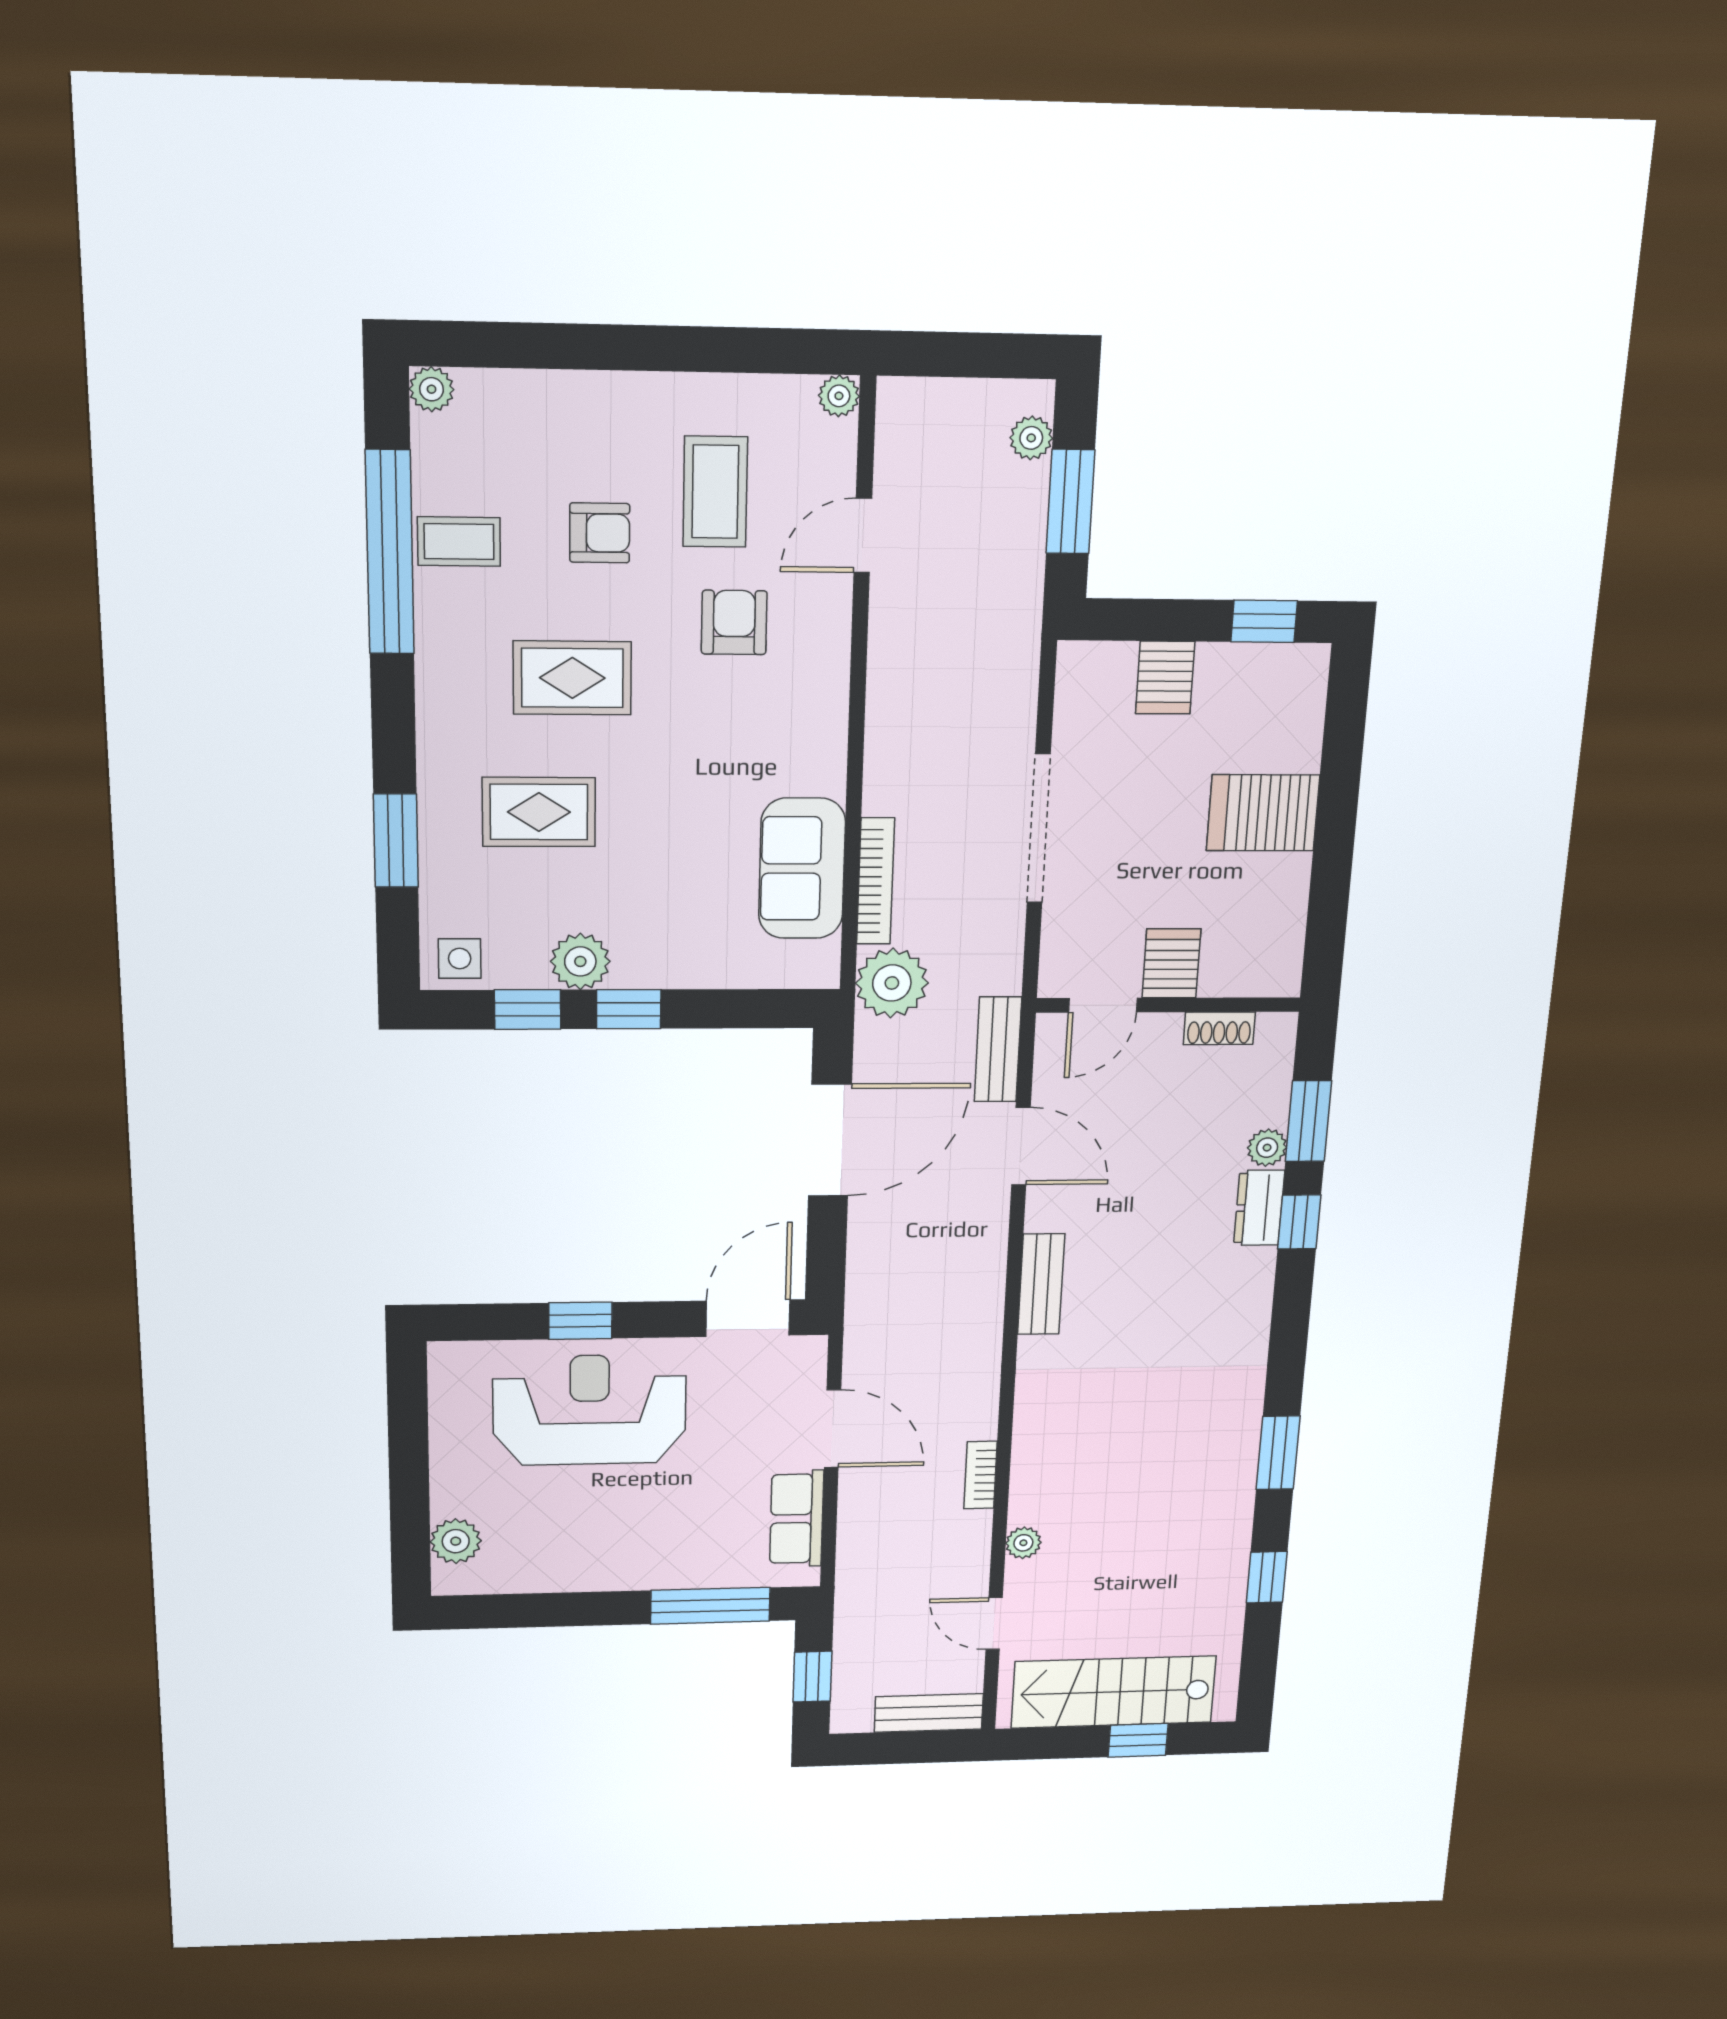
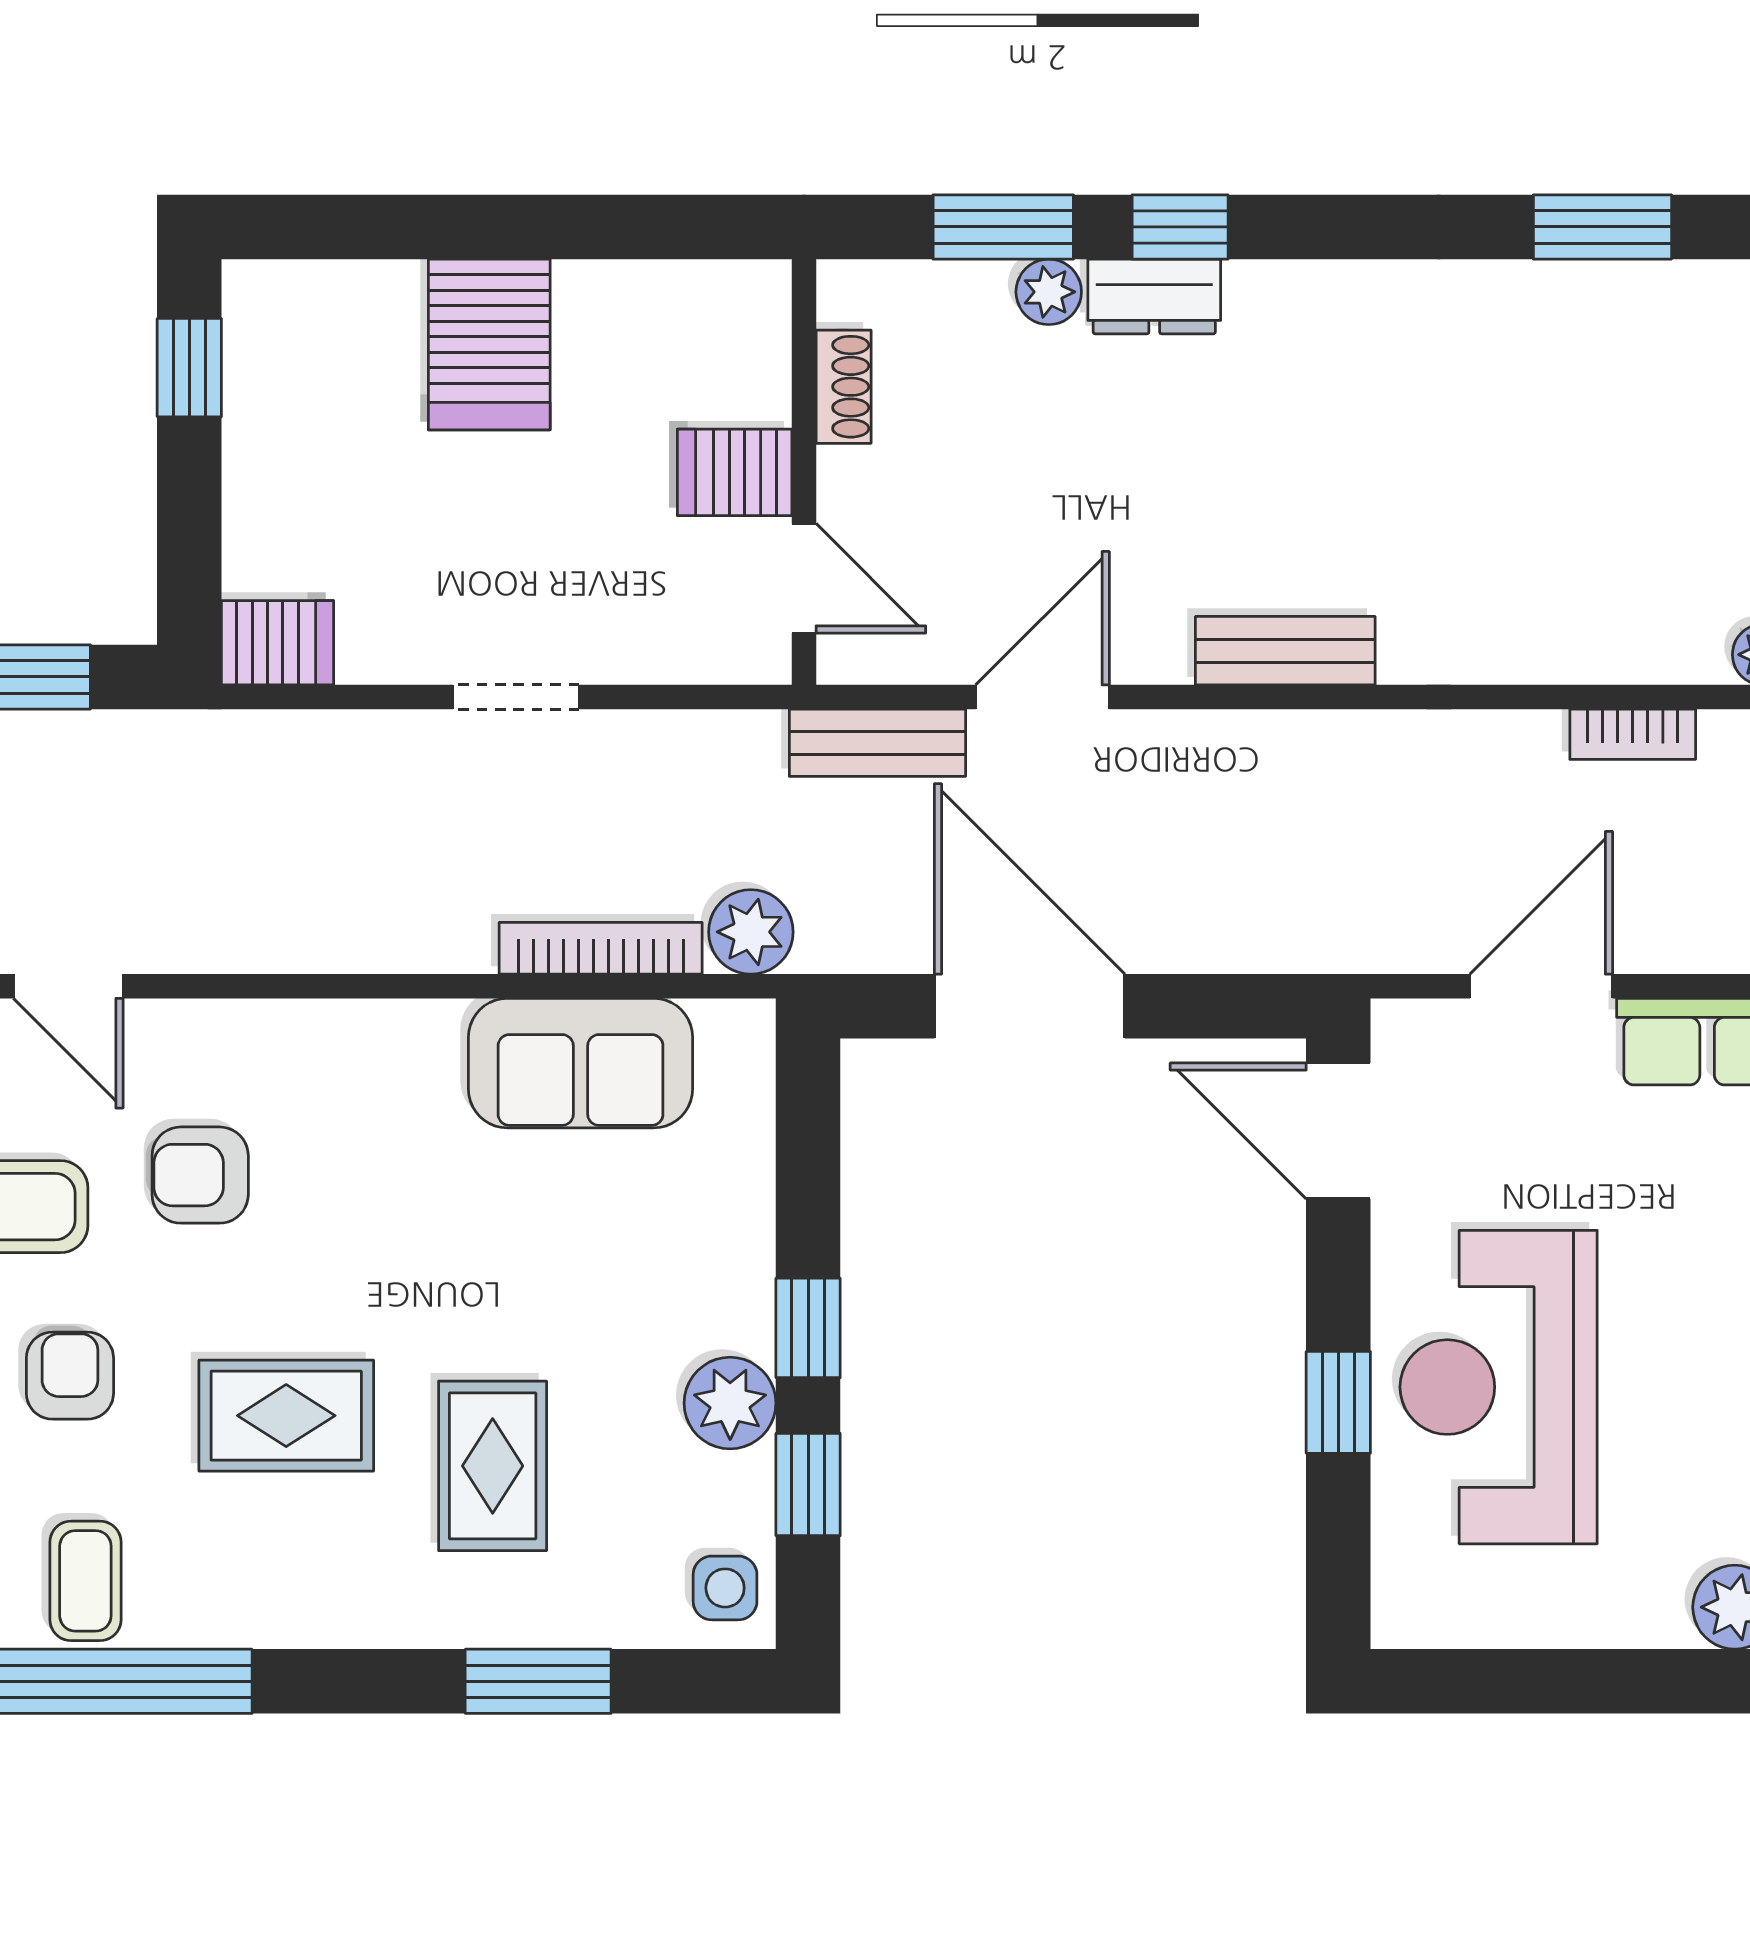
rug: (572, 678) -> (286, 1416), turned 90
server rack: (1165, 678) -> (278, 643), moved
doorway: (1039, 829) -> (516, 697), width x0.53
plant: (892, 983) -> (751, 932), width x0.73, depth x0.73

